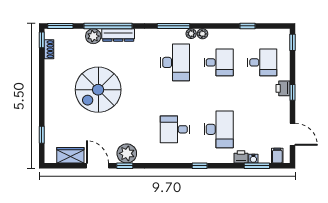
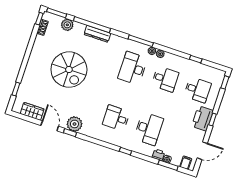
plant: (93, 36) -> (67, 25), moved
desk: (175, 62) -> (133, 68), turned 180
printer: (283, 88) -> (202, 118), width x1.87, depth x1.48
spiral stairs: (98, 90) -> (69, 70), turned -90
door: (292, 134) -> (202, 151), hinge flipped

